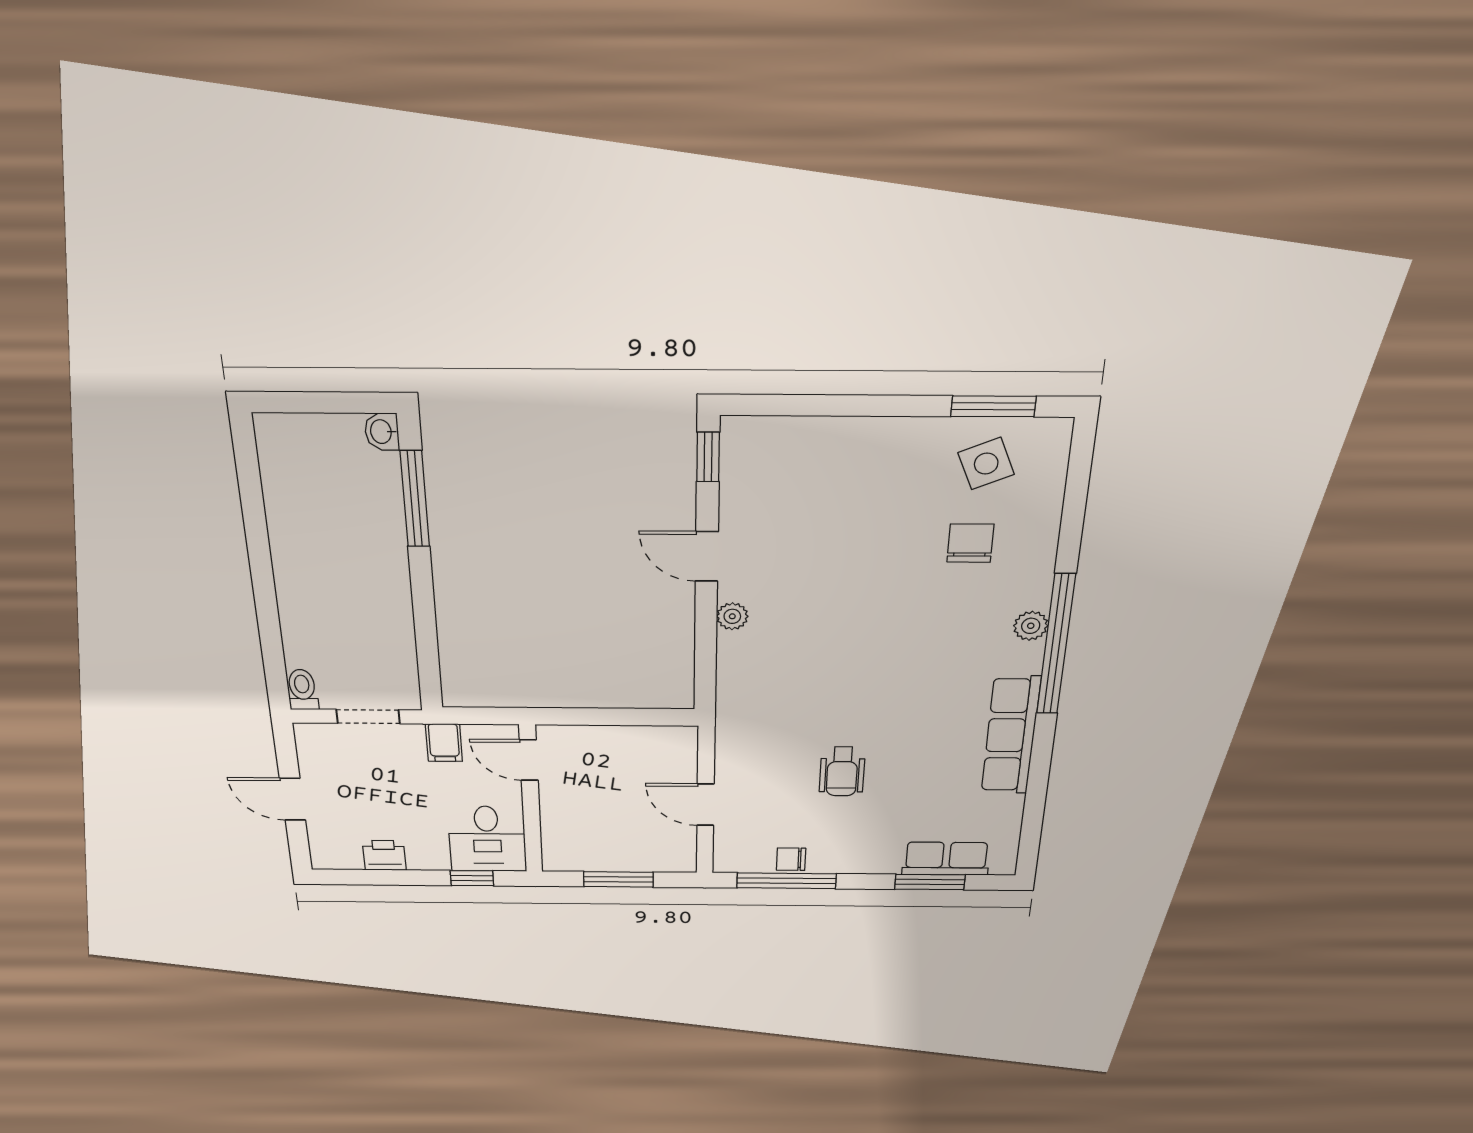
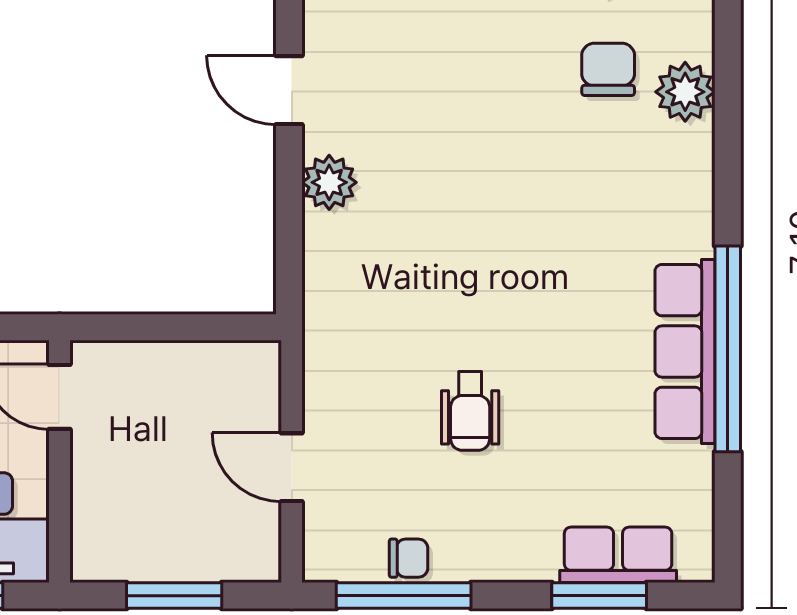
plant: (732, 616) -> (329, 182), width x1.38, depth x1.38
plant: (1031, 626) -> (685, 92), moved, width x1.38, depth x1.38
window: (1056, 645) -> (728, 349), moved
chair: (791, 859) -> (409, 558), turned 180

